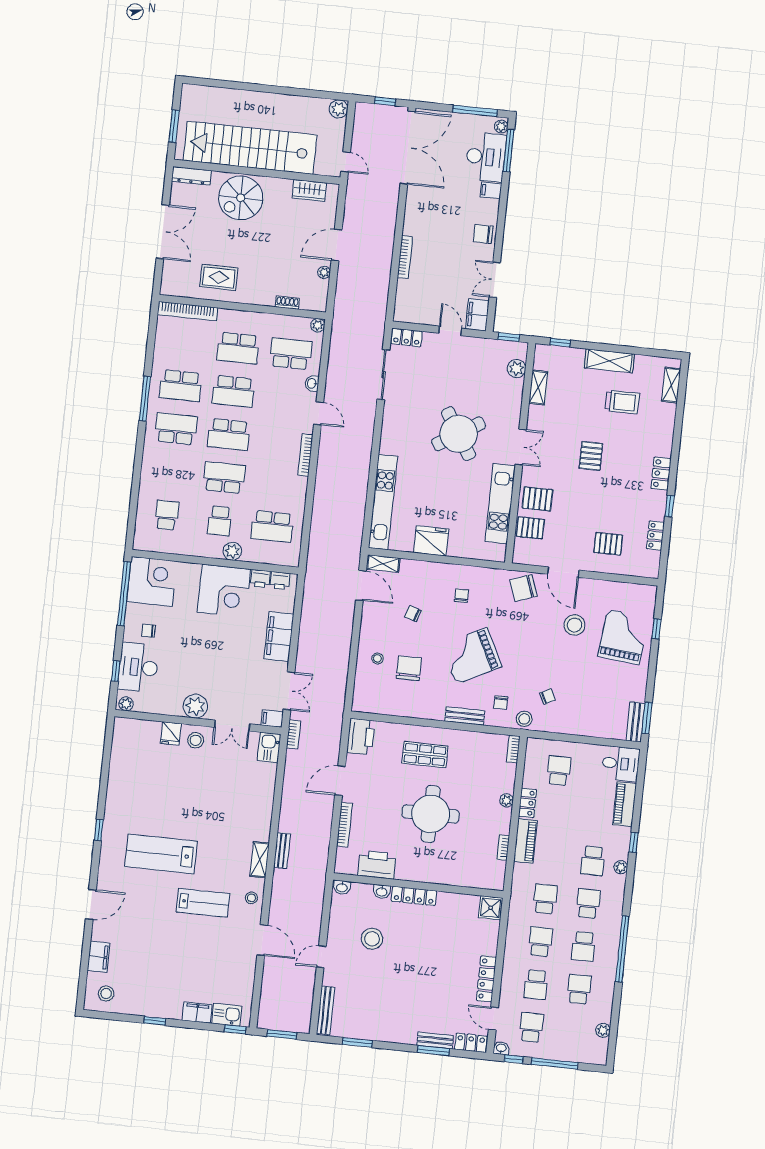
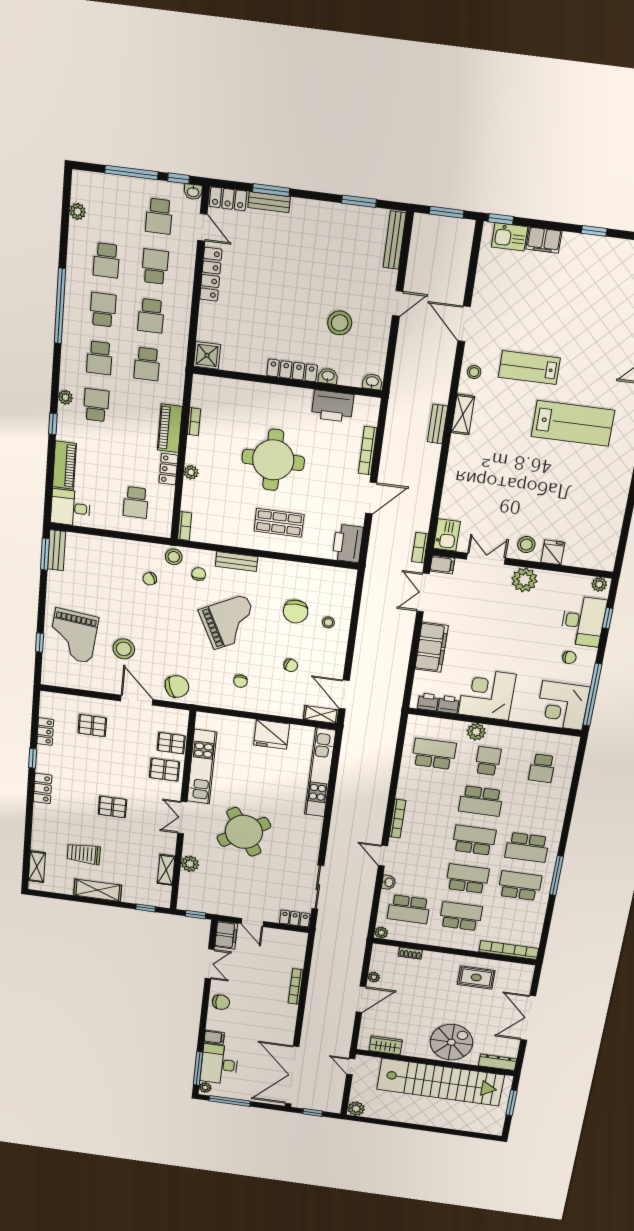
plant: (517, 369) -> (190, 864), moved
pallet: (591, 456) -> (113, 807), turned 90

